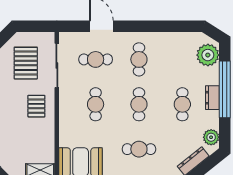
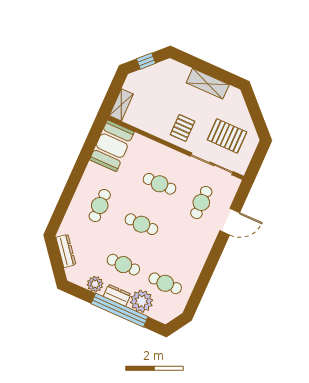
plant: (208, 55) -> (142, 301), moved
cafe table: (139, 59) -> (165, 283), moved
pallet: (36, 106) -> (183, 128), turned 90
plant: (211, 137) -> (95, 284), moved

